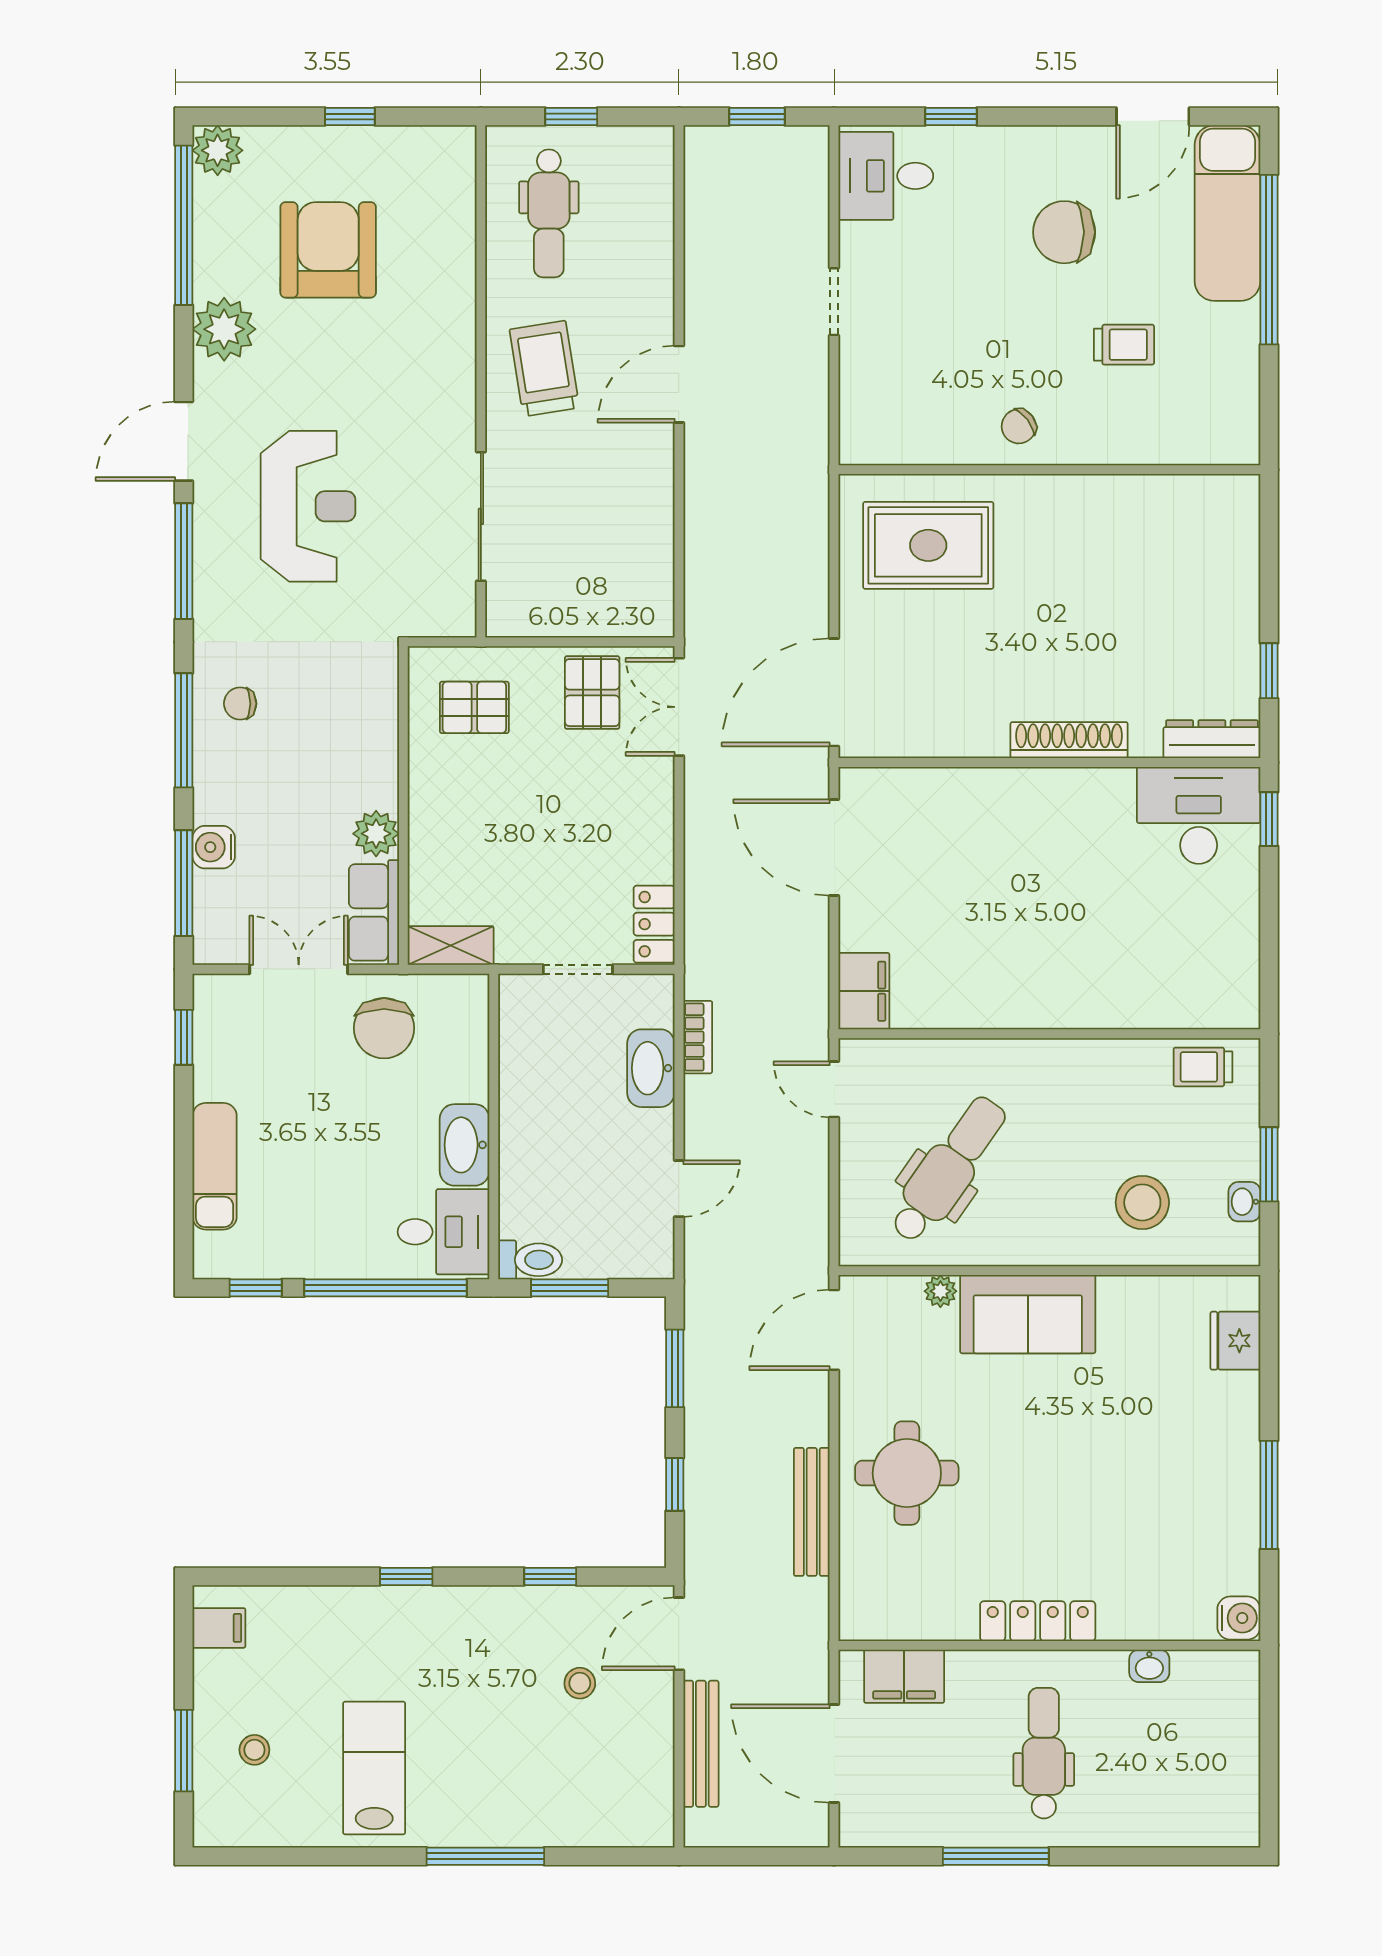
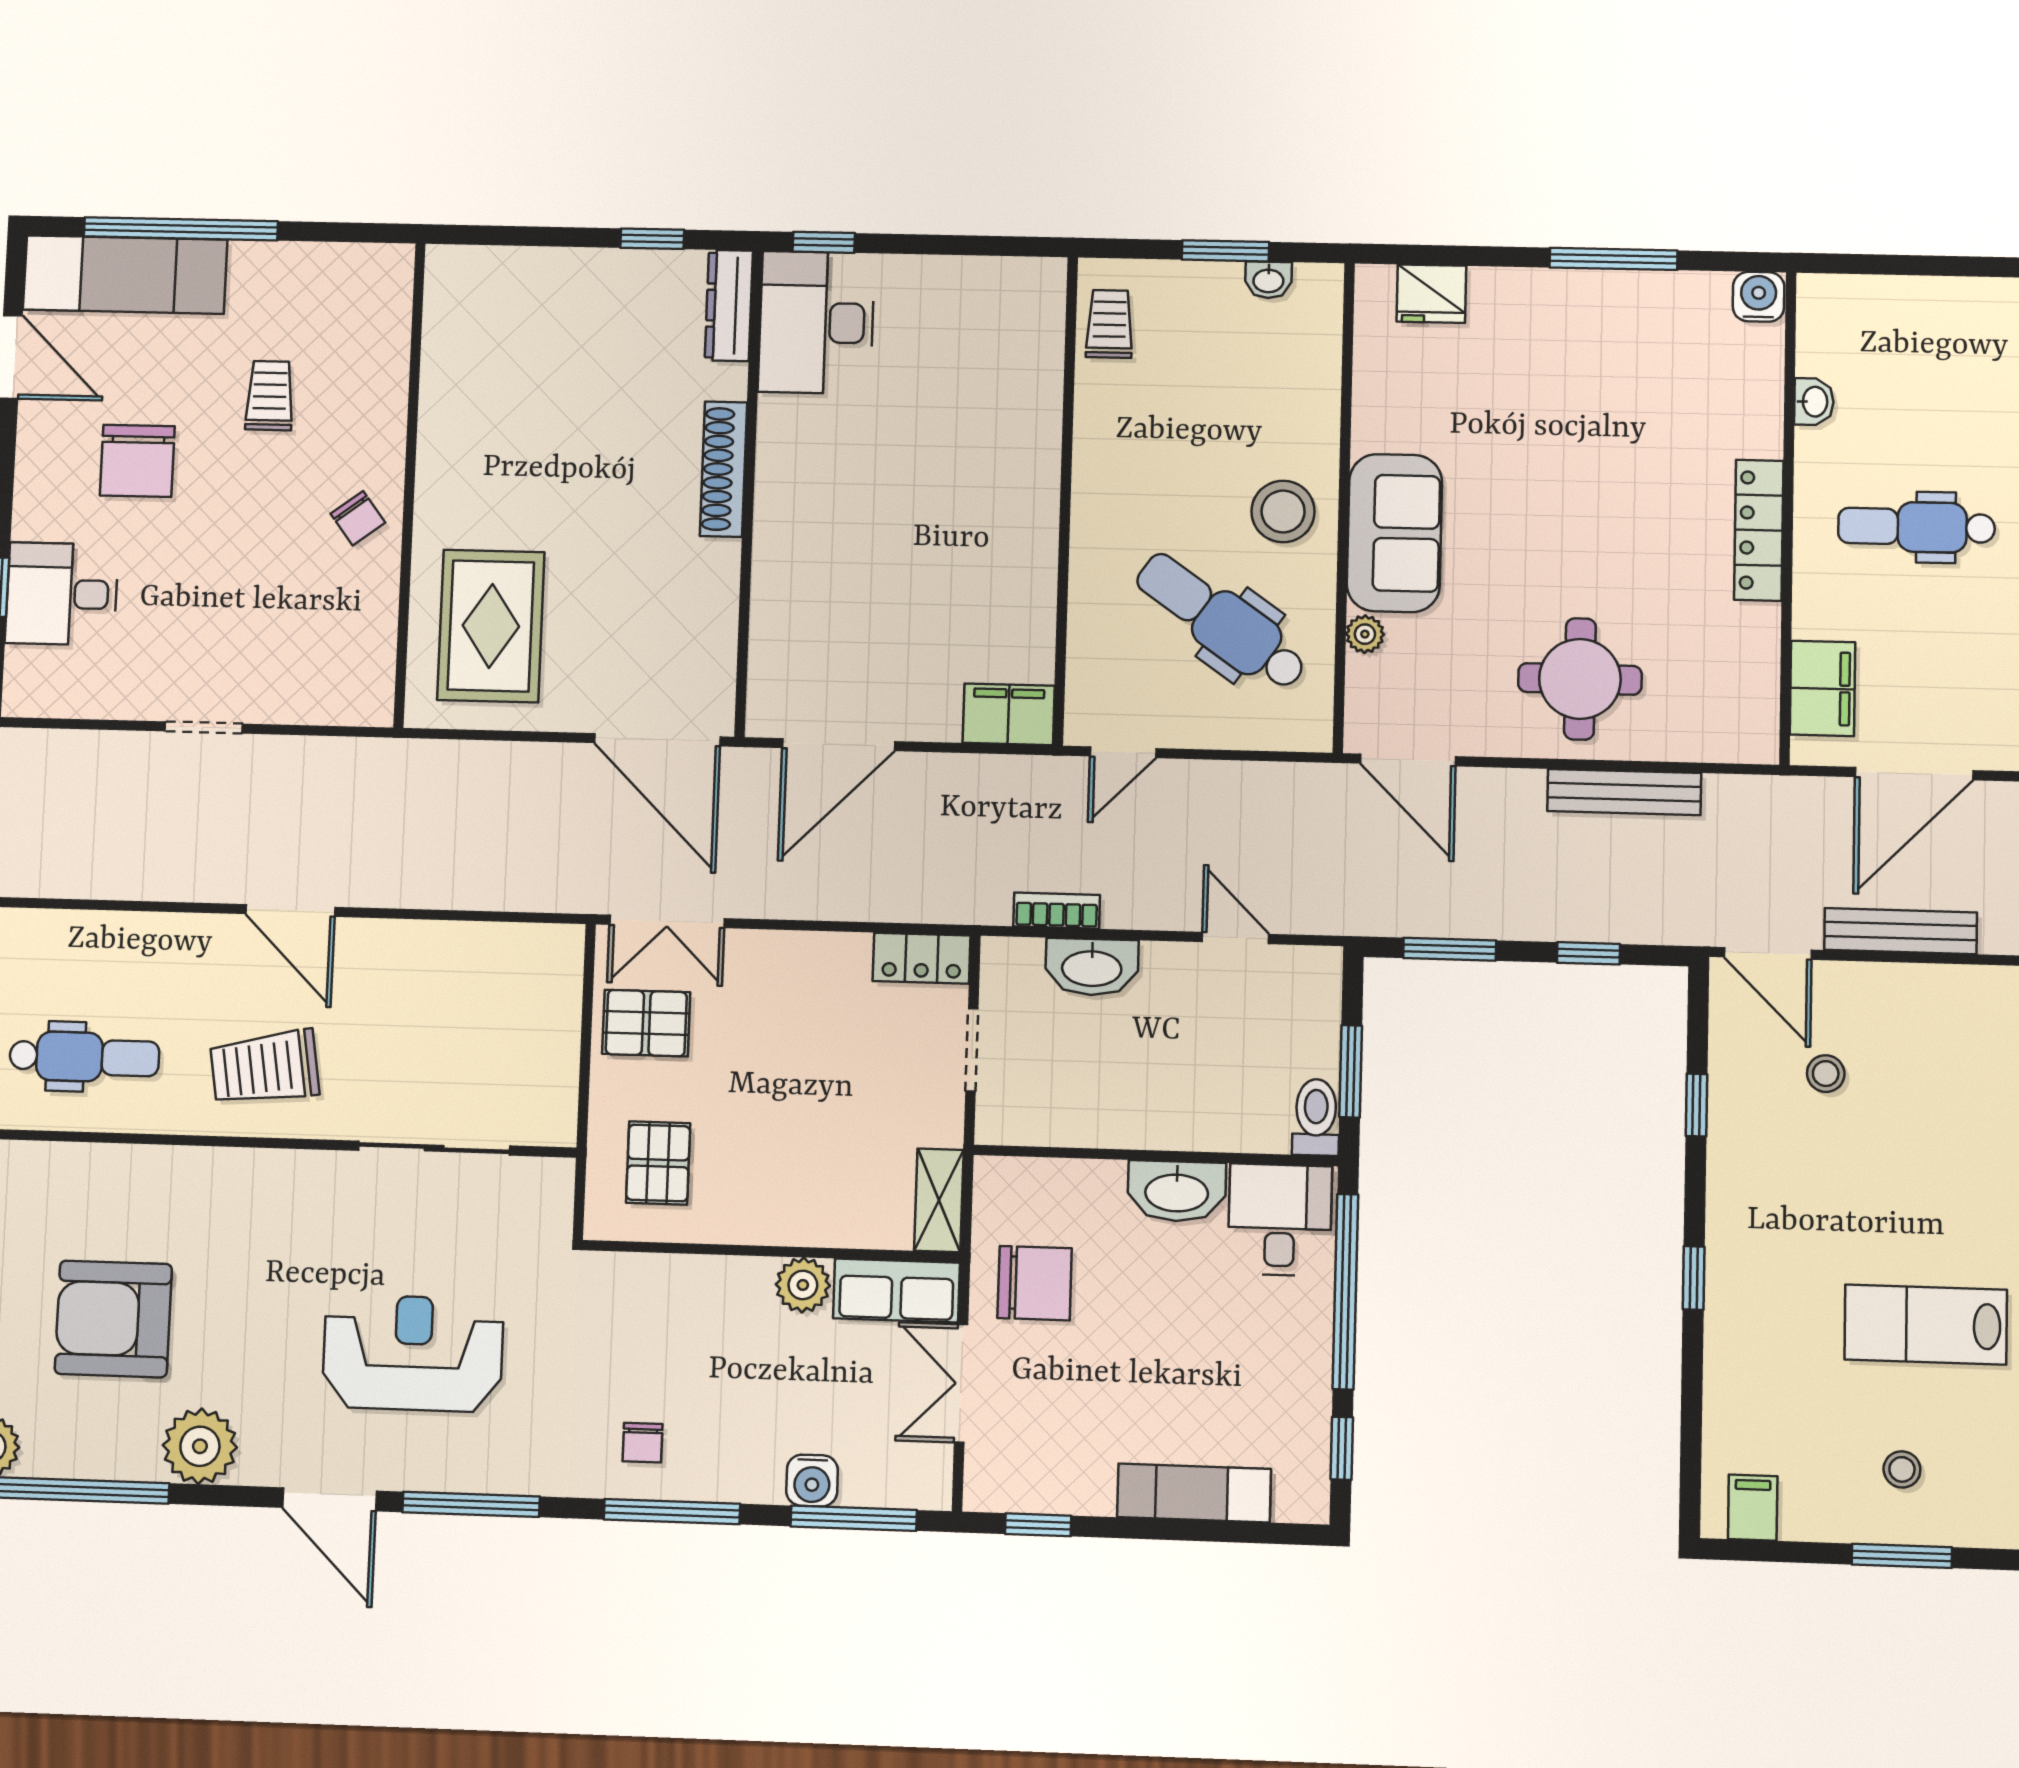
desk: (886, 176) -> (62, 594), moved, turned 90
trolley: (1203, 1067) -> (1109, 324), turned 180
stool: (1142, 1202) -> (1283, 511), moved

